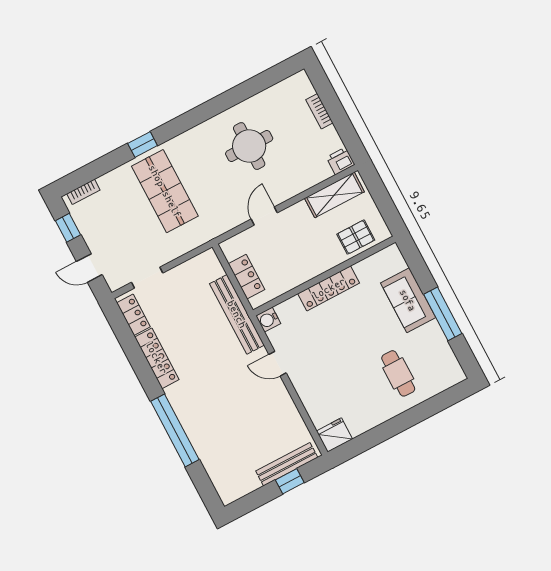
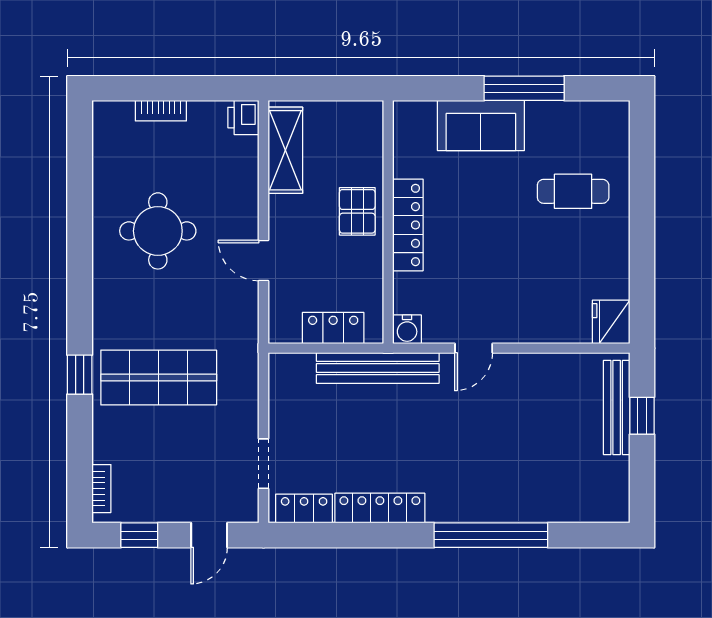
pallet: (356, 237) -> (357, 211), moved

